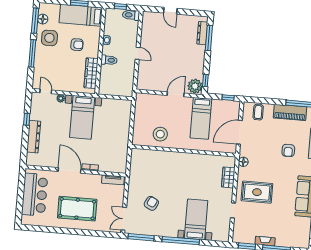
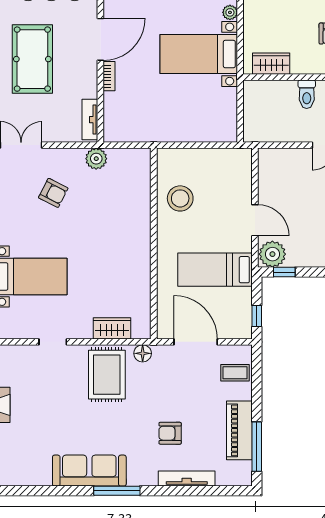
wardrobe: (91, 73) -> (271, 64), width x0.67
plant: (135, 178) -> (96, 159), added
rug: (257, 192) -> (107, 375), moved

